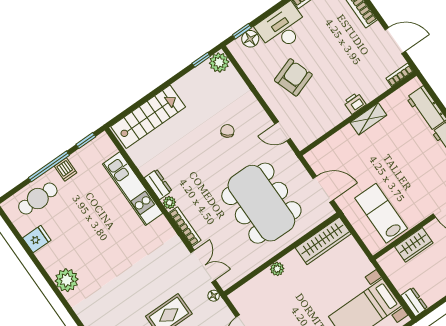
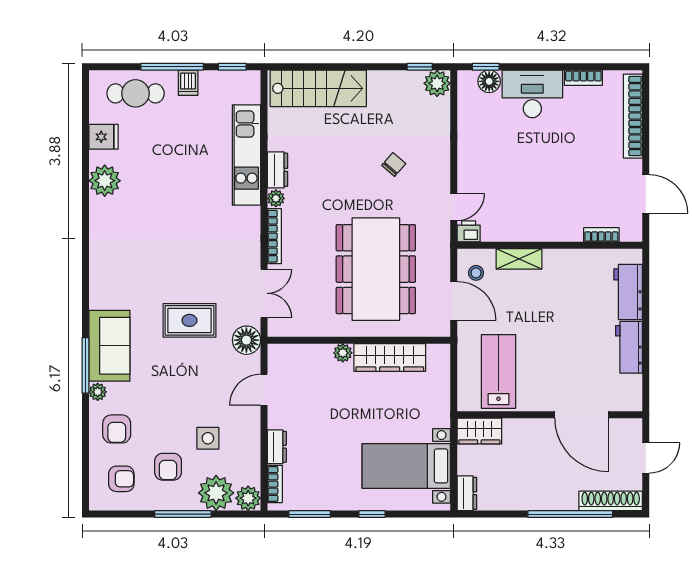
bookcase: (400, 75) -> (601, 235), moved
armchair: (293, 77) -> (507, 156), removed
printer: (355, 103) -> (469, 231), moved
shelving: (368, 119) -> (519, 259), moved
door: (283, 131) -> (454, 207), swing flipped
stool: (325, 162) -> (476, 273), added
wardrobe: (323, 241) -> (390, 357), moved
wardrobe: (414, 245) -> (479, 431), moved
plant: (67, 280) -> (105, 181), moved
floor lamp: (214, 296) -> (246, 340), width x1.89, depth x1.89

